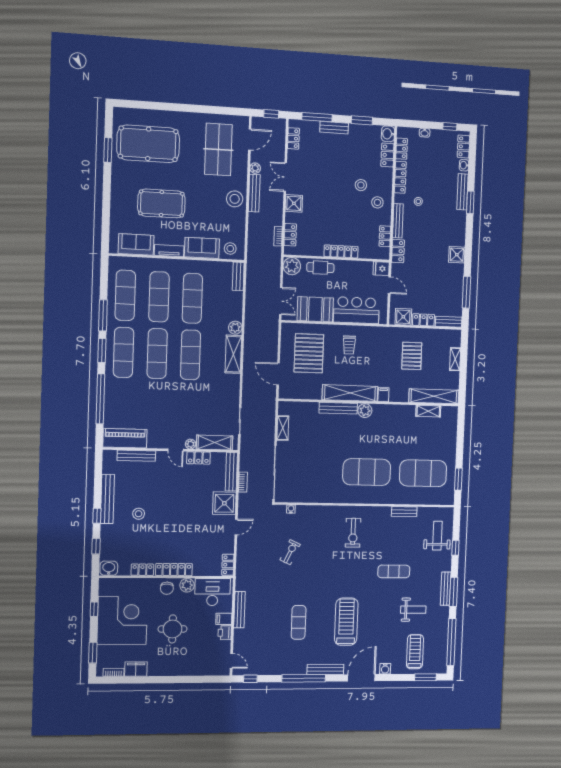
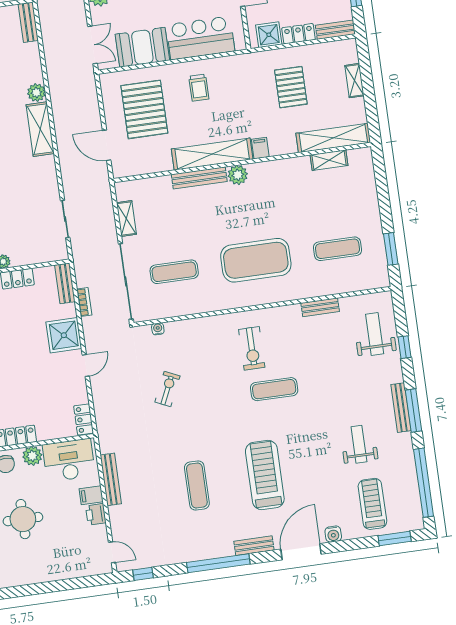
shelving: (215, 443) -> (36, 254), removed
exercise mat: (309, 471) -> (174, 272), added
bench: (231, 472) -> (65, 283), width x0.73
exercise mat: (423, 473) -> (338, 249), width x0.50, depth x0.69
exercise mat: (394, 571) -> (274, 389), moved
weight bench: (413, 610) -> (359, 444), turned -90
bench: (325, 669) -> (254, 546), width x0.73

